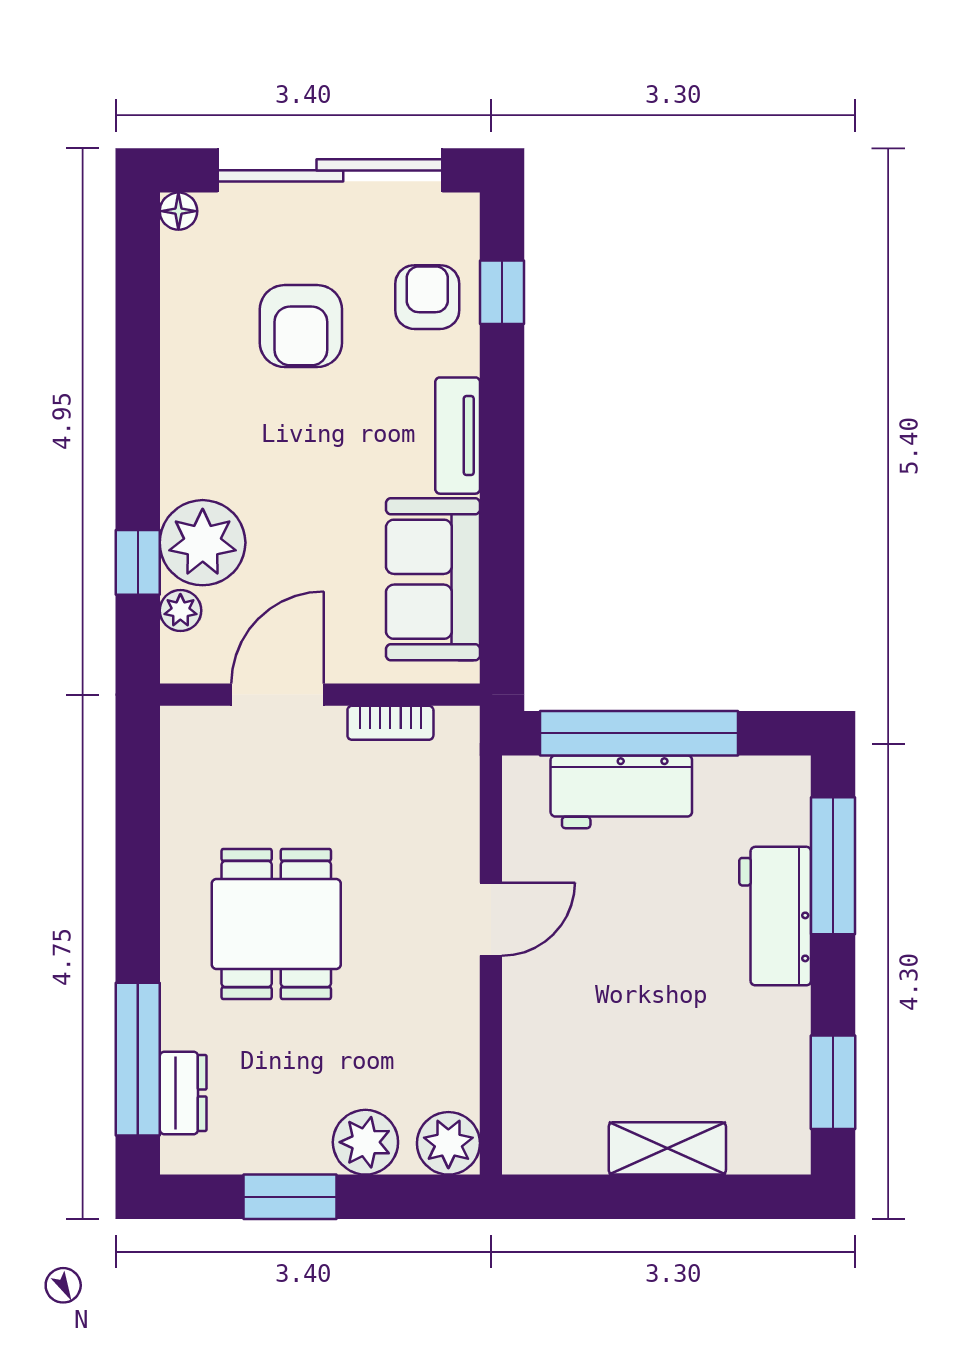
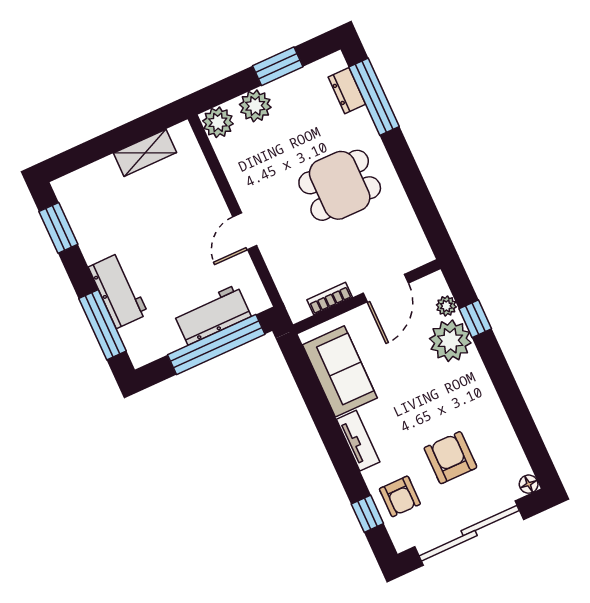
dining table: (276, 924) -> (340, 185), turned 90
shelving: (667, 1148) -> (145, 153), moved

